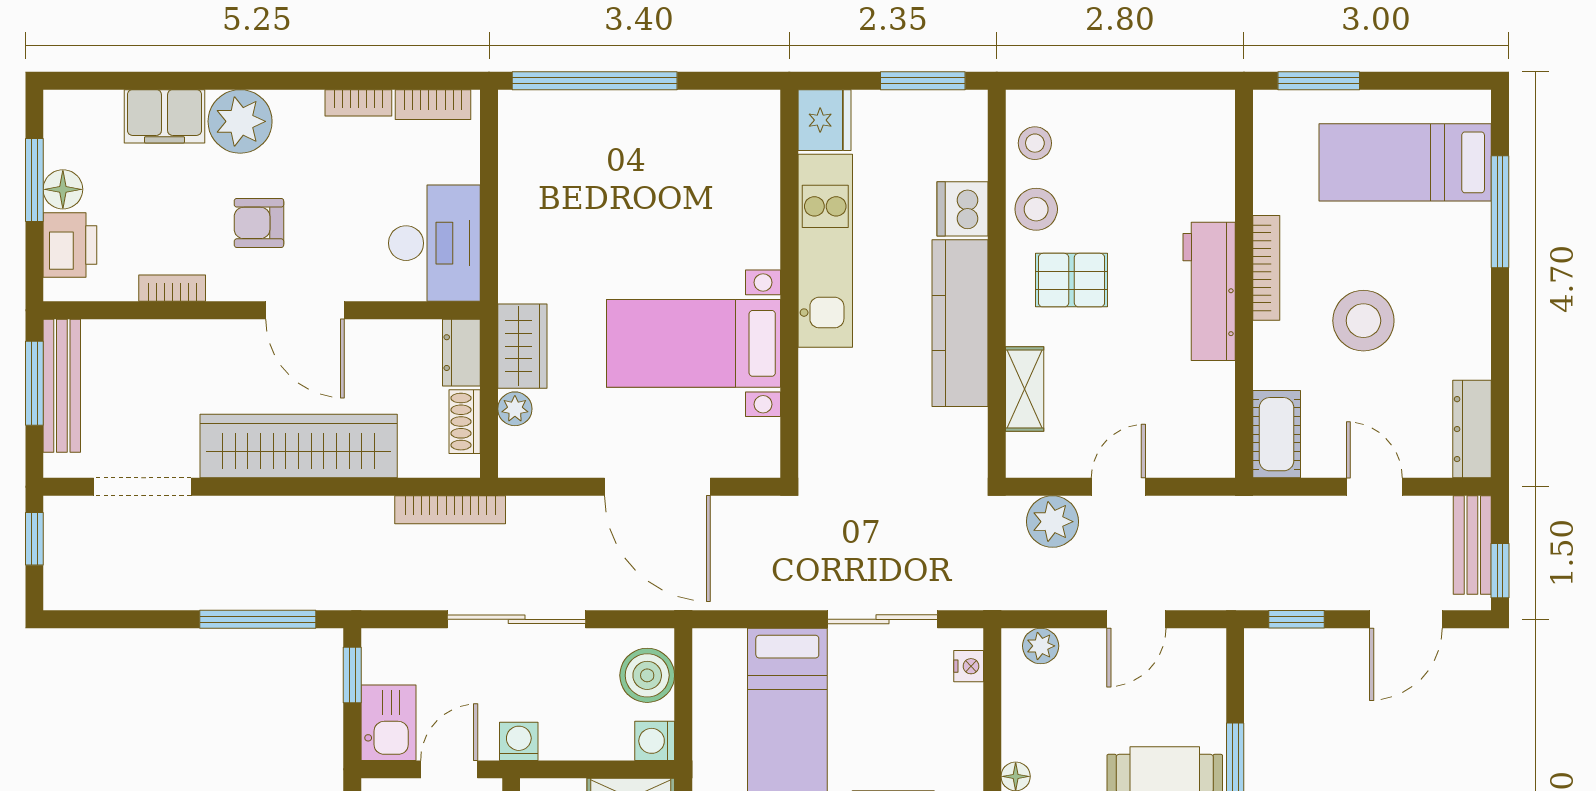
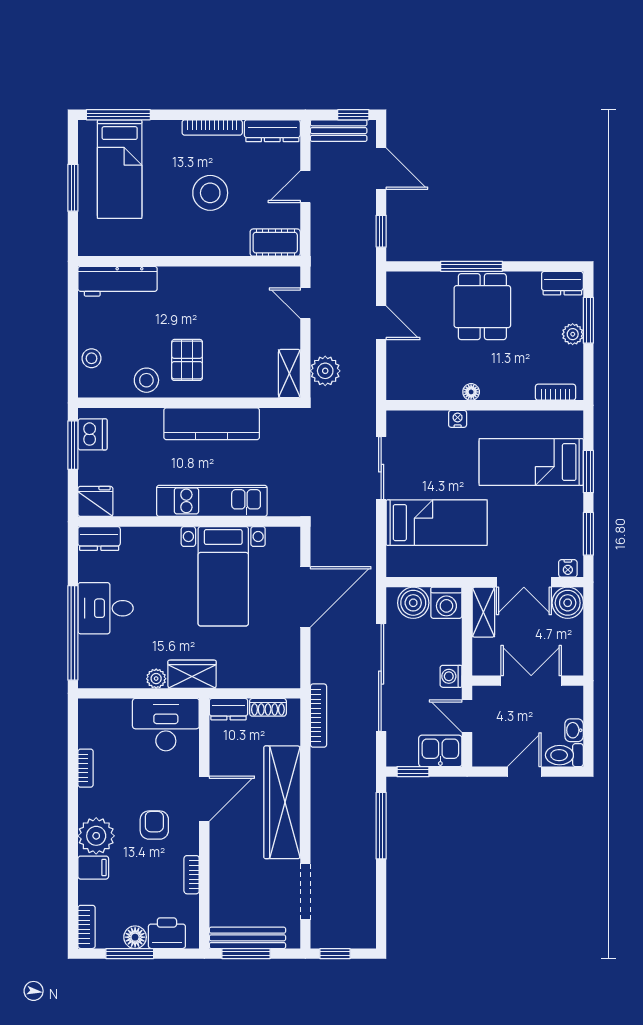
window: (1319, 81) -> (73, 188), moved
bookcase: (433, 105) -> (87, 927), moved
filing cabinet: (165, 116) -> (93, 868), width x0.50
dresser: (760, 126) -> (99, 538), added
desk: (638, 138) -> (106, 608), added
stool: (1035, 143) -> (92, 358), moved
dishwasher: (962, 209) -> (92, 434), moved, turned -90
window: (1500, 212) -> (118, 115), moved
armchair: (259, 223) -> (154, 825), turned 180
kitchen unit: (825, 251) -> (212, 501), moved
bookcase: (1266, 268) -> (212, 127), moved, turned 180
workbench: (1209, 291) -> (118, 281), moved
wardrobe: (522, 346) -> (192, 674), moved
shelving: (1025, 389) -> (289, 373), moved, turned 90
plant: (515, 409) -> (156, 679), moved
door: (1118, 487) -> (305, 303), moved
sliding door: (517, 619) -> (381, 678), width x1.36
plant: (1041, 646) -> (396, 378), removed
nightstand: (969, 666) -> (458, 419), moved
washing machine: (655, 741) -> (446, 603), width x1.38, depth x1.38

